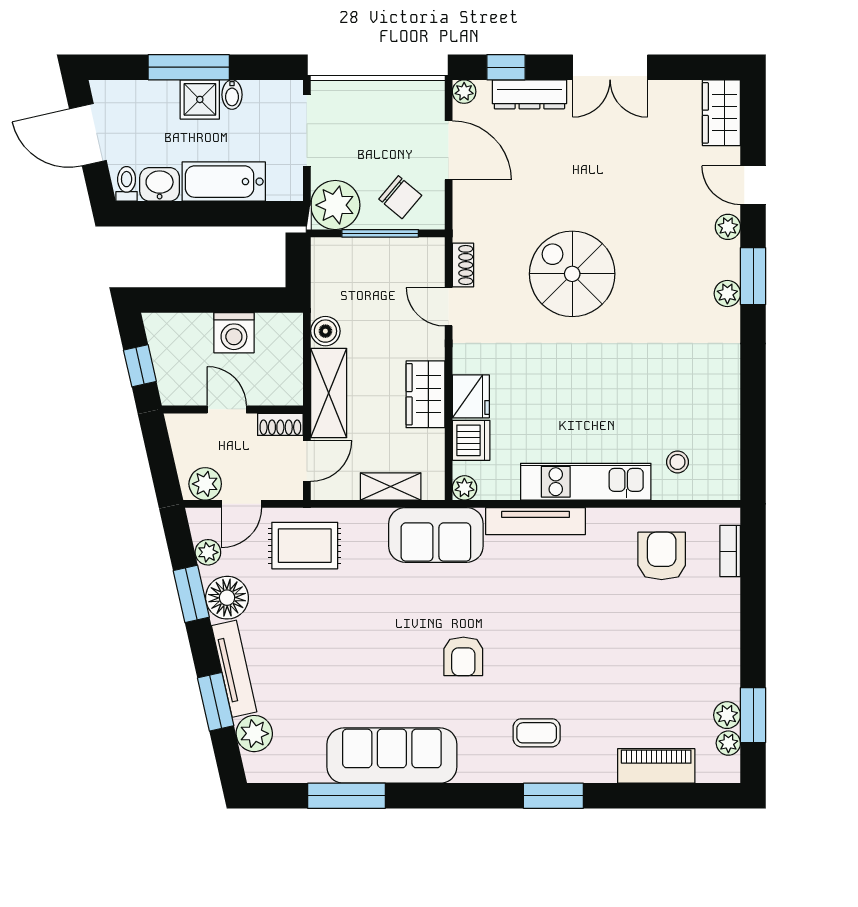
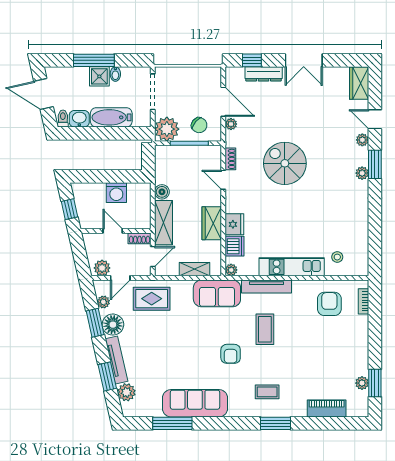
plant: (464, 92) -> (231, 124), moved
coffee table: (532, 607) -> (265, 329), added
plant: (728, 743) -> (363, 397), removed

